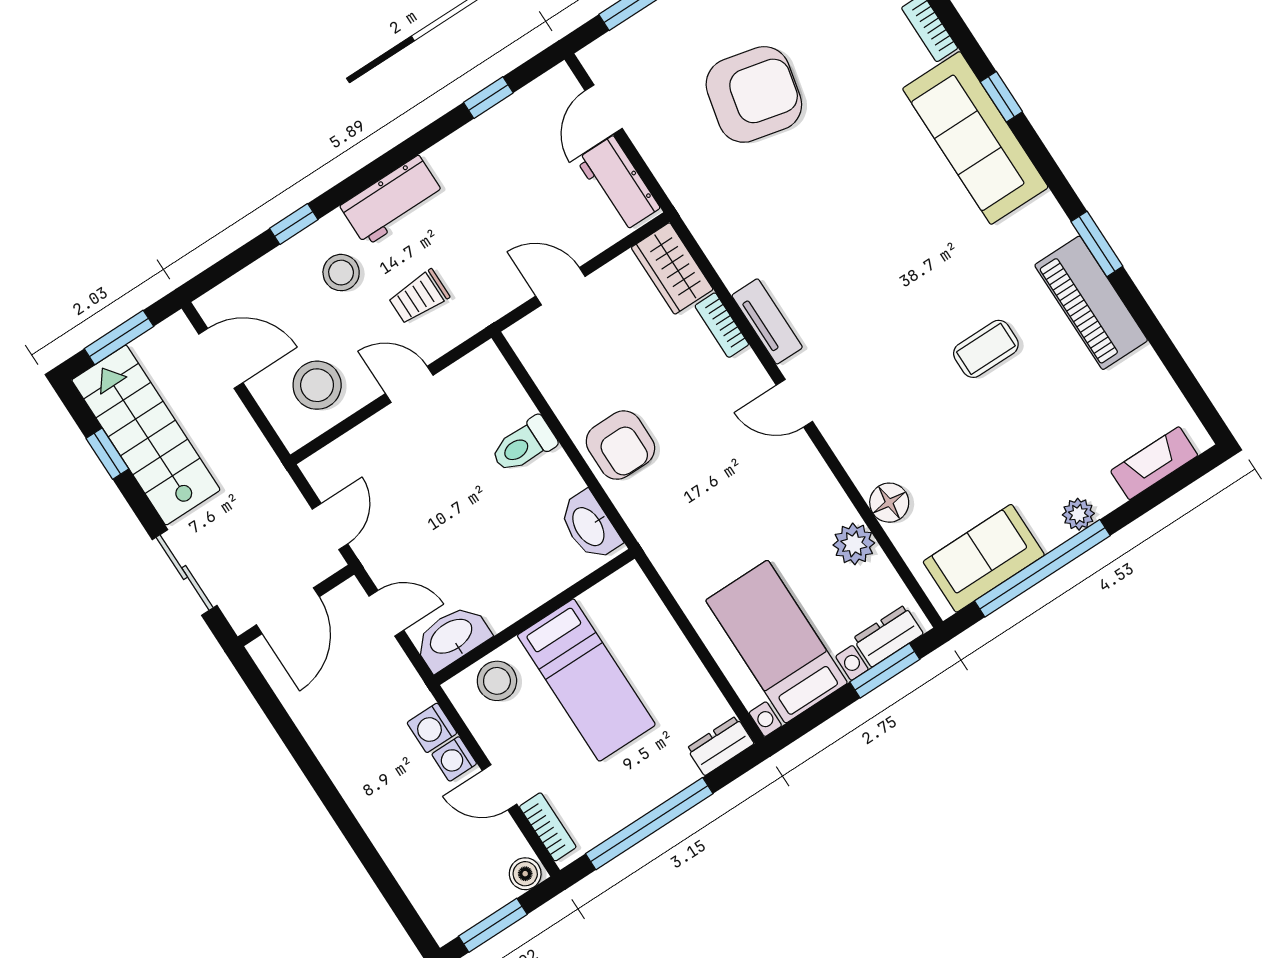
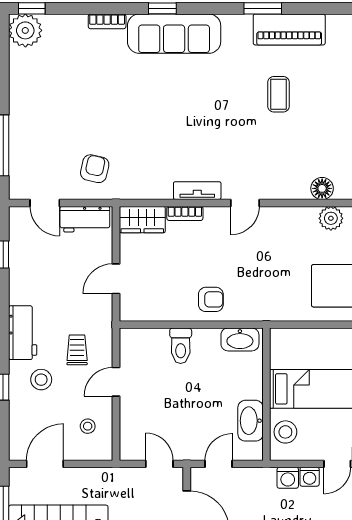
armchair: (754, 94) -> (95, 169), moved, width x0.53, depth x0.53
trolley: (419, 297) -> (77, 350), turned 180
stool: (317, 385) -> (88, 426), width x0.53, depth x0.53
armchair: (620, 445) -> (211, 299), width x0.72, depth x0.72
washbasin: (452, 637) -> (250, 421), moved

